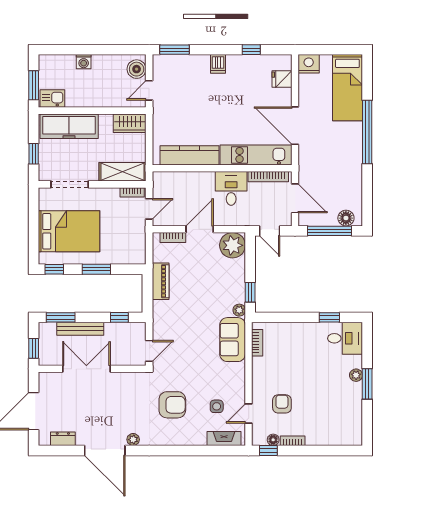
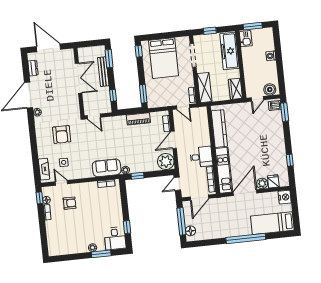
dishwasher: (218, 64) -> (275, 105), moved
door: (149, 90) -> (257, 99), swing flipped
plant: (283, 97) -> (262, 183), added
door: (200, 229) -> (174, 140), swing flipped
window: (96, 269) -> (143, 94), moved
window: (34, 348) -> (88, 44), removed
window: (367, 384) -> (101, 254), moved

